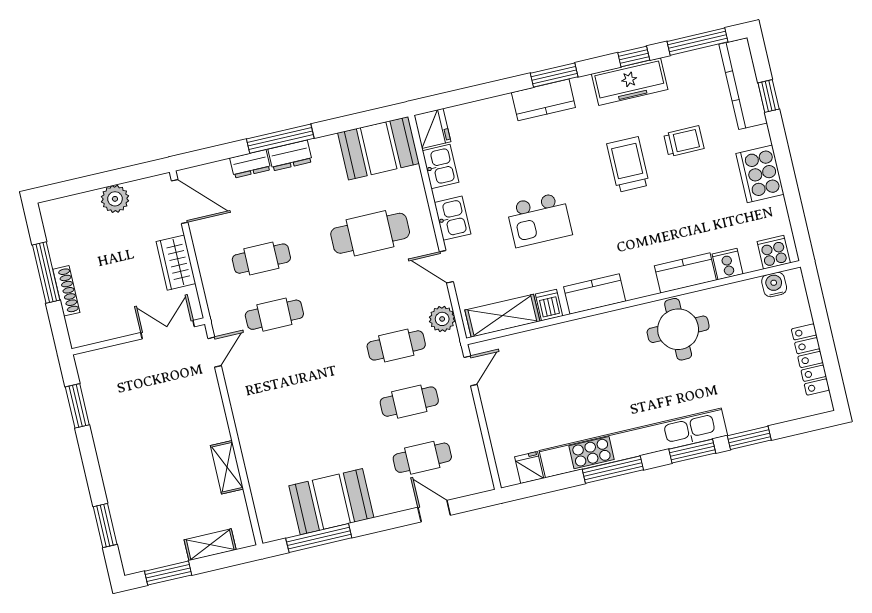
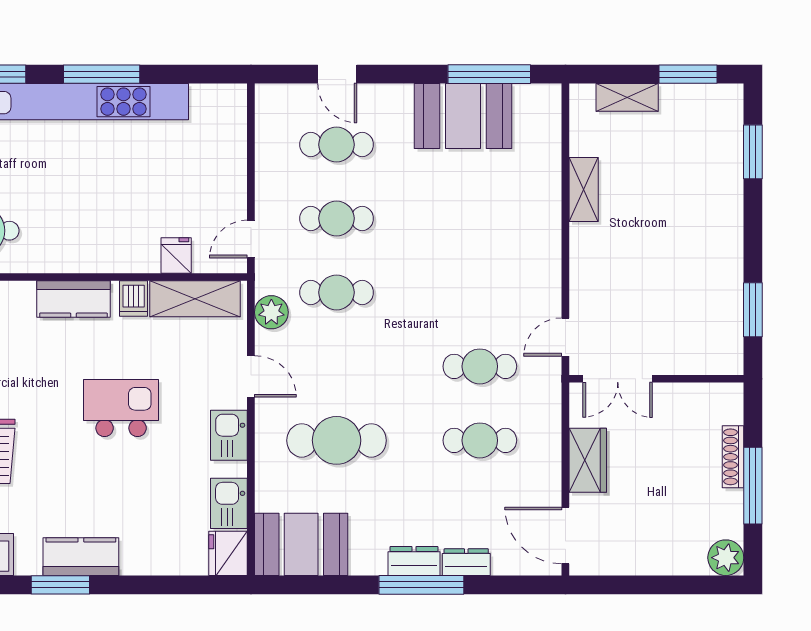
plant: (115, 199) -> (726, 558), moved
fridge: (529, 467) -> (176, 256), moved, turned 180

